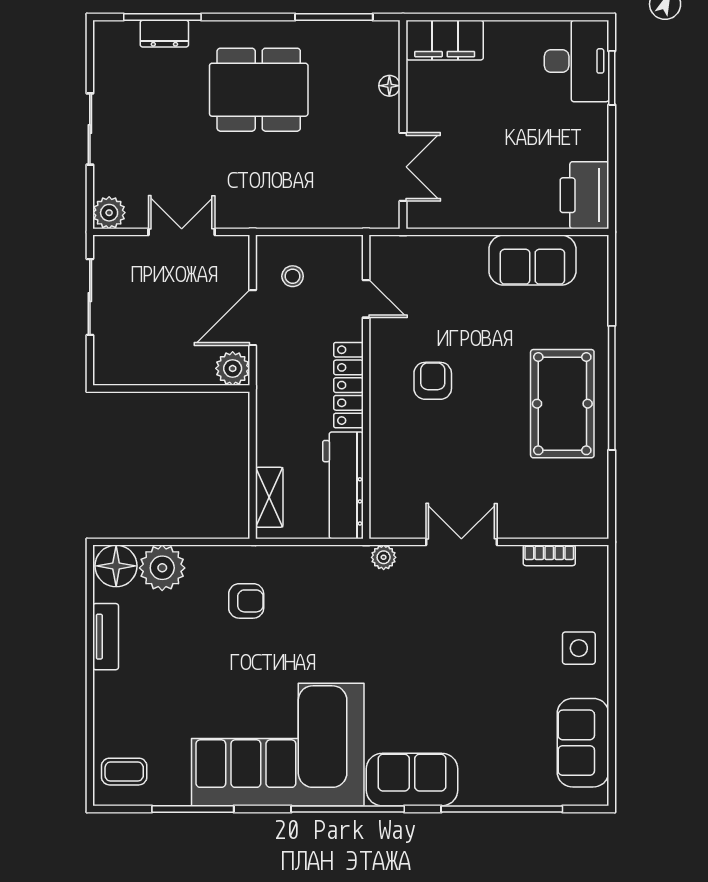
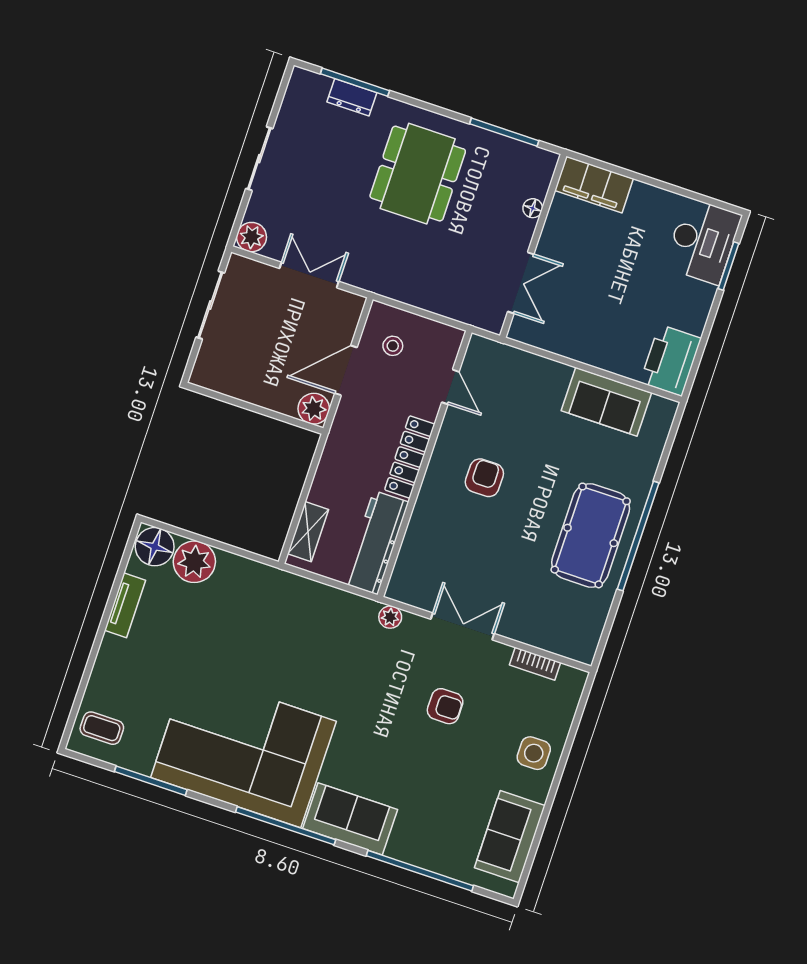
dining table: (259, 90) -> (418, 174), turned 90
armchair: (246, 601) -> (445, 706), moved

